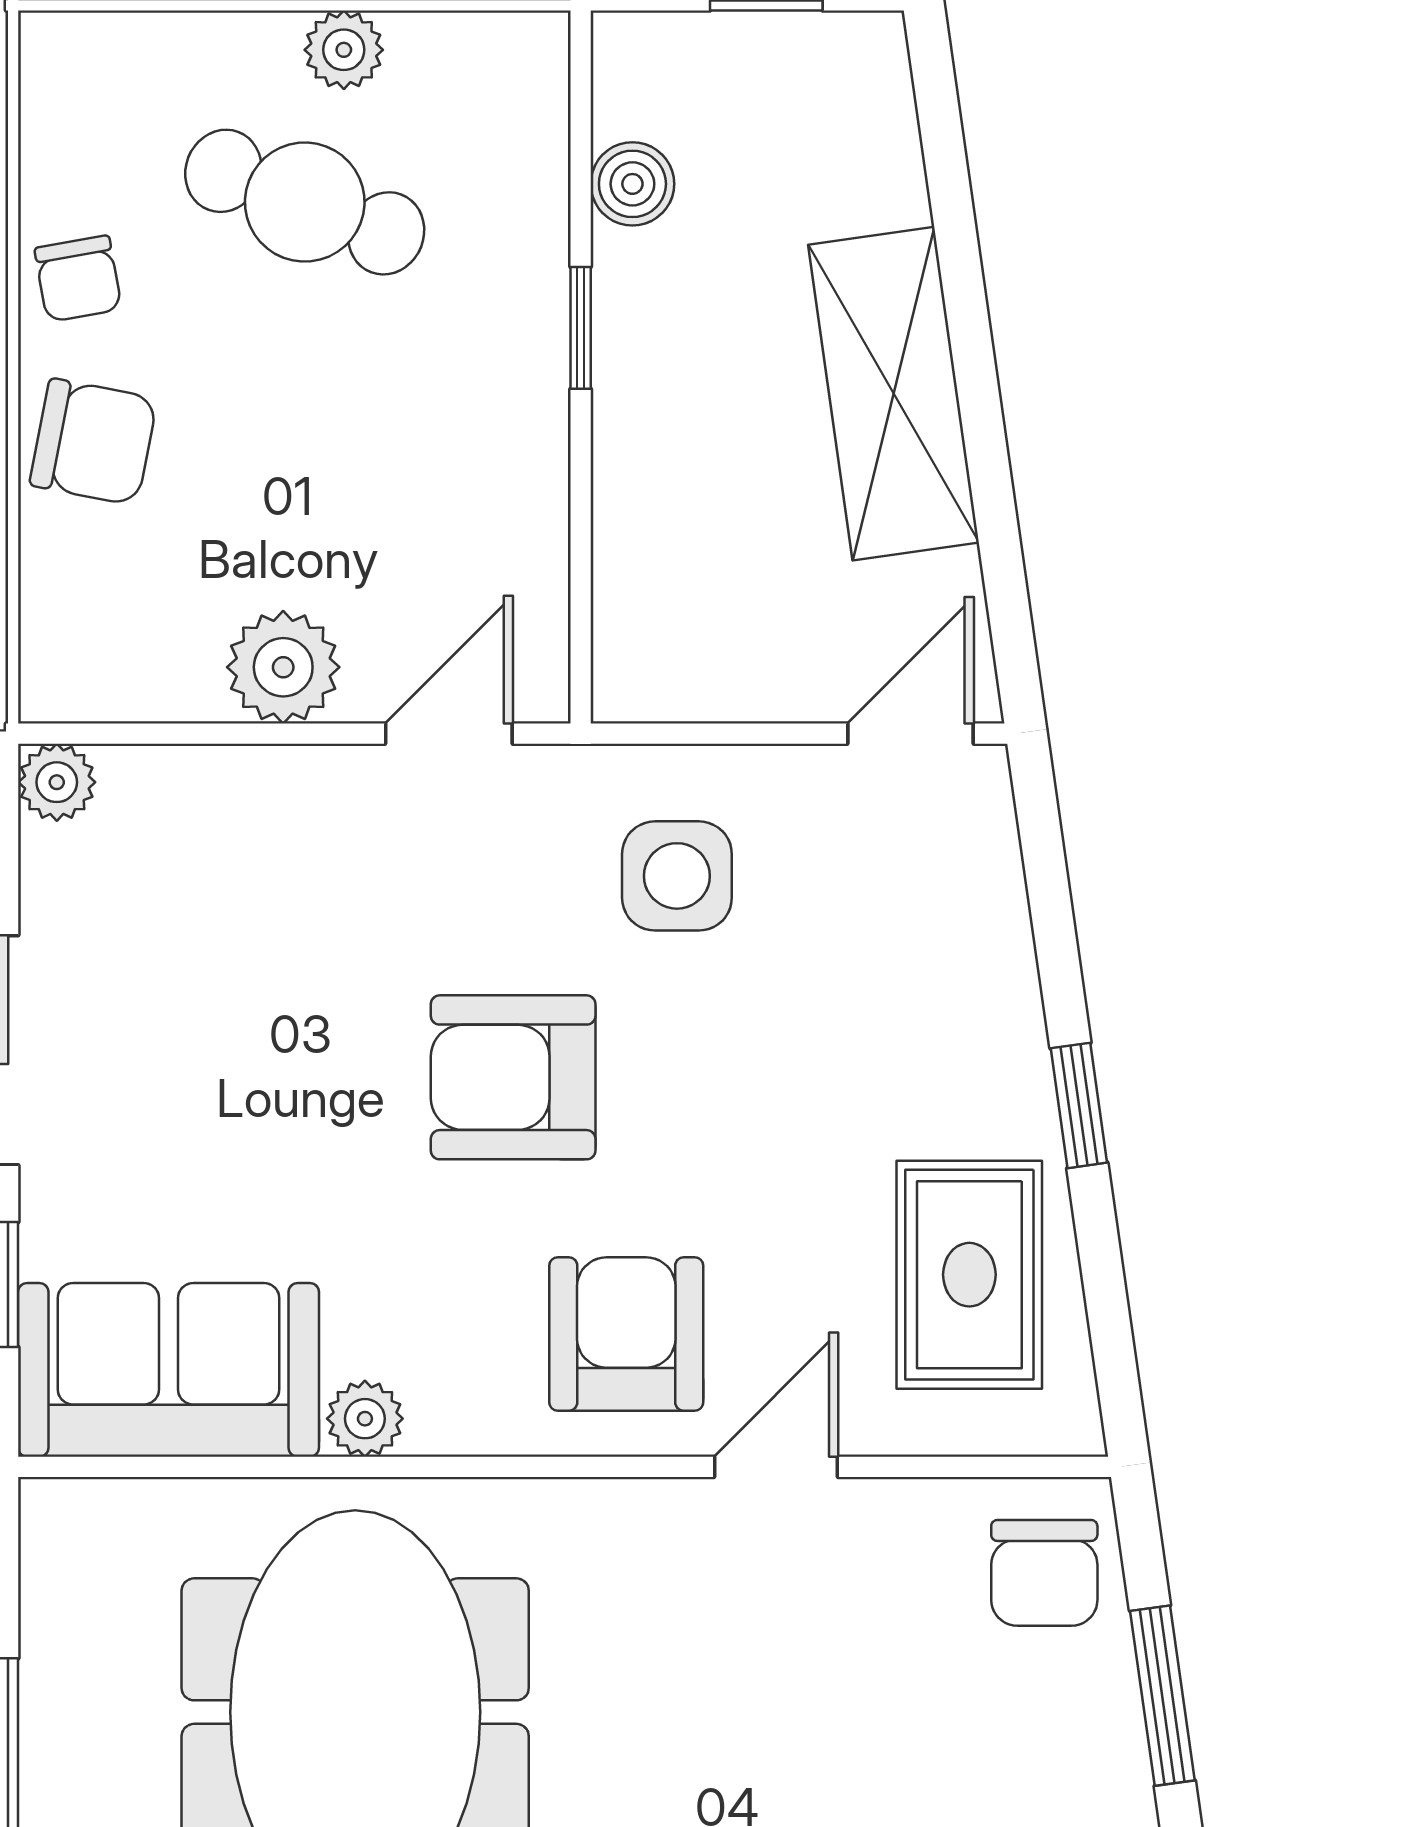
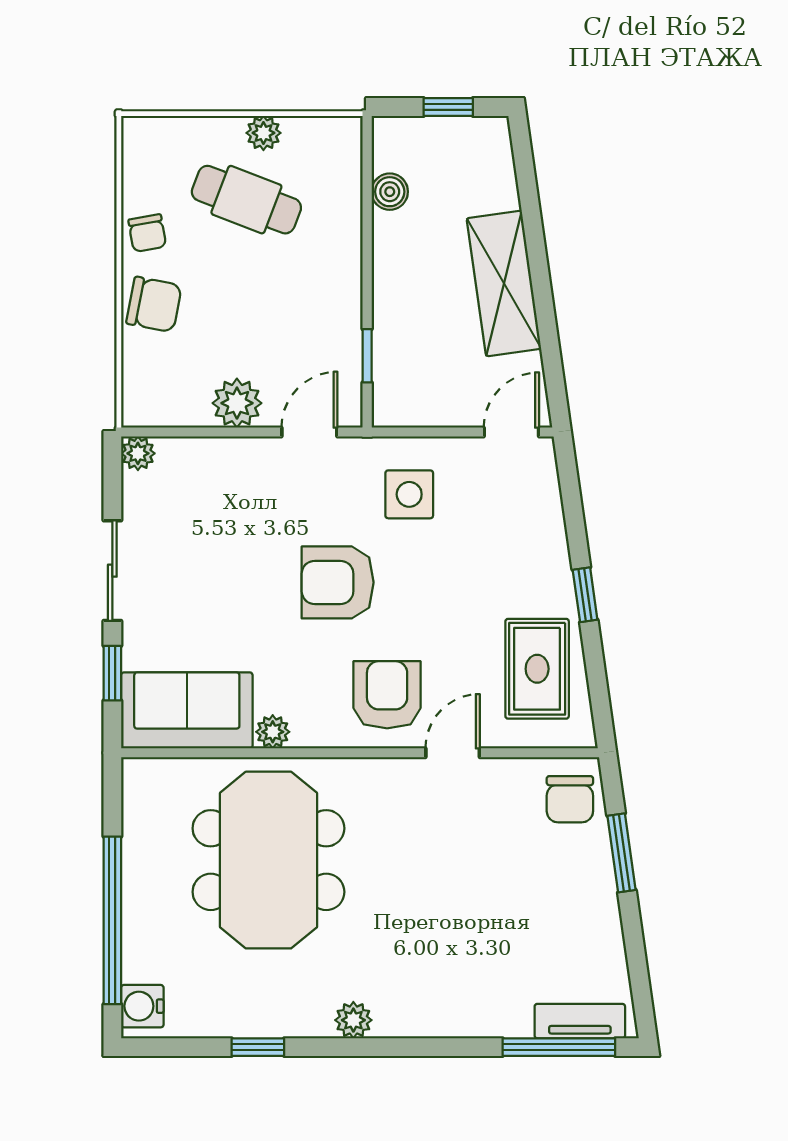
window: (581, 328) -> (367, 356), moved

